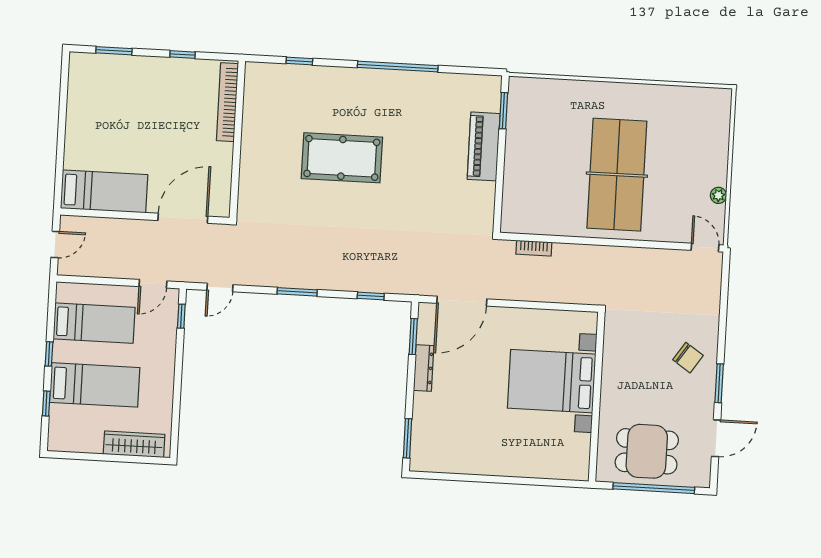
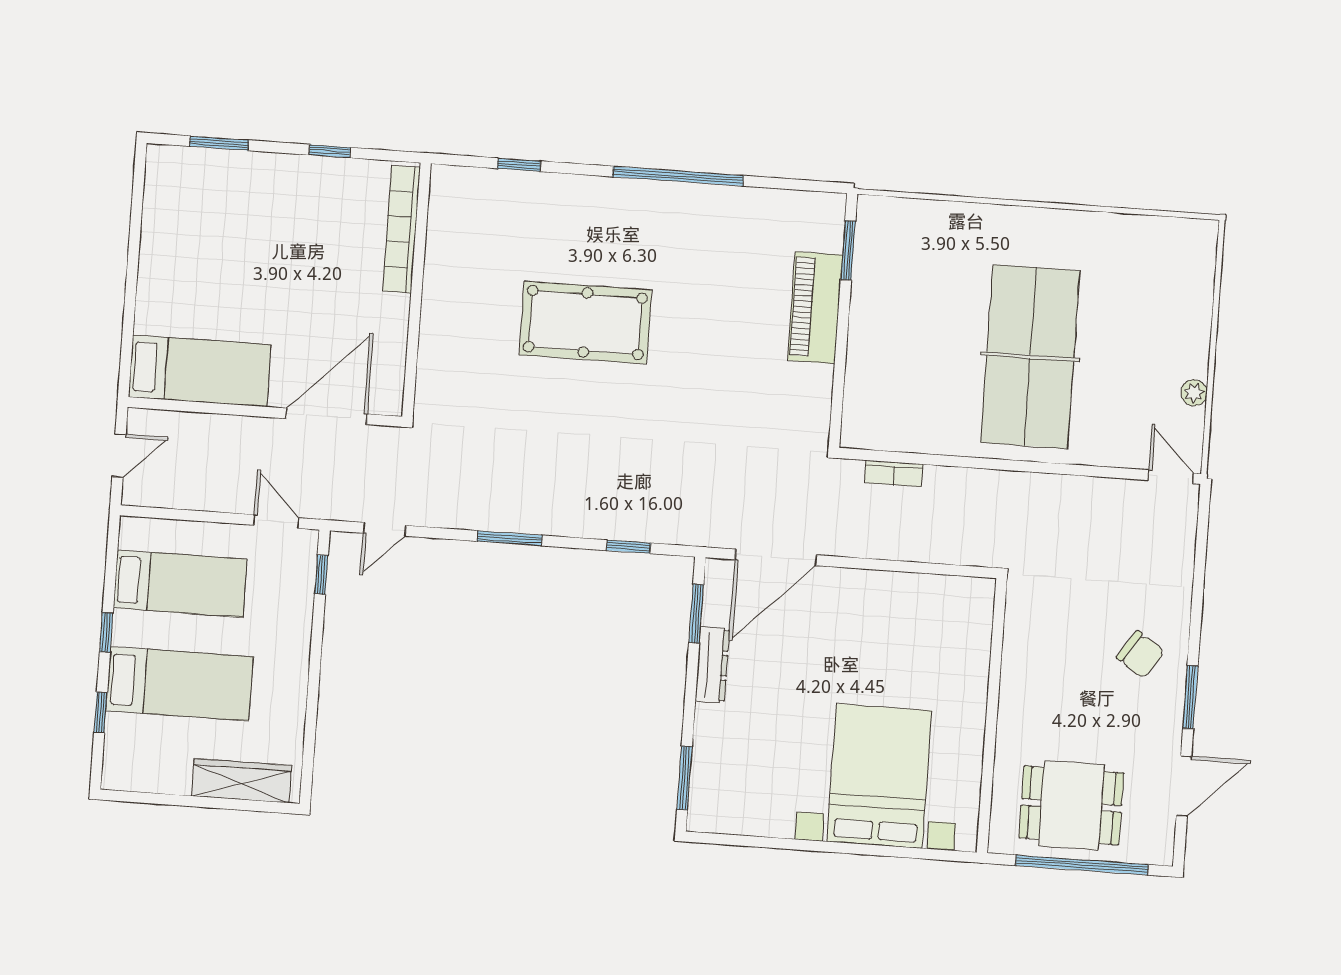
door: (153, 284) -> (276, 522), swing flipped
bed with nightstands: (552, 381) -> (879, 776), moved, turned 90

